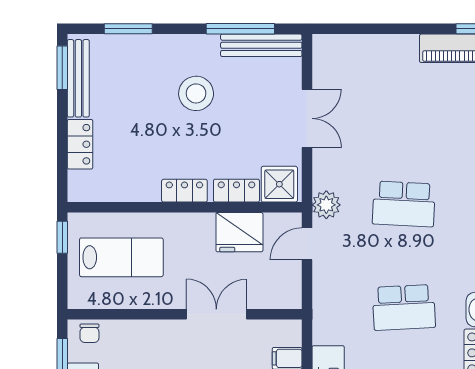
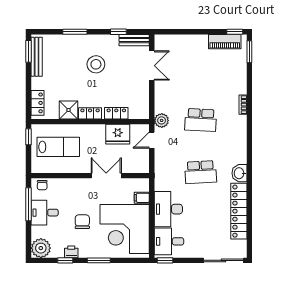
window: (128, 29) -> (75, 32), moved
window: (240, 29) -> (118, 32), width x0.46
bench: (261, 45) -> (134, 40), width x0.73
double door: (307, 118) -> (152, 66), moved
locker: (80, 144) -> (37, 103), moved
shower: (279, 184) -> (69, 110), moved

